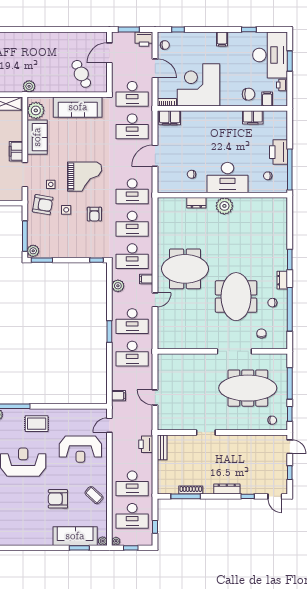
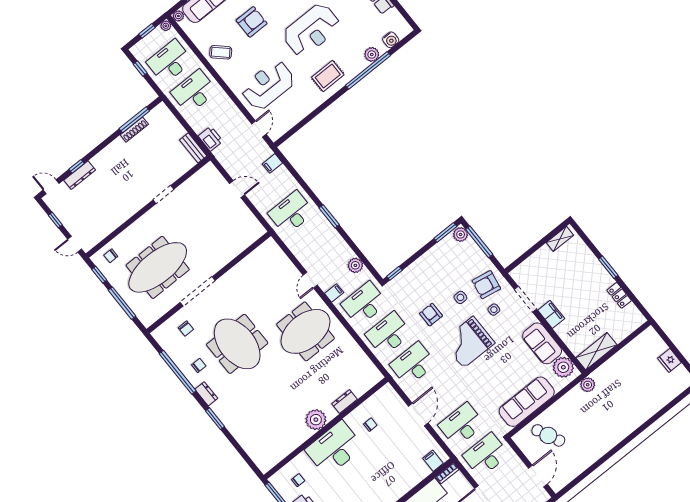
filing cabinet: (170, 118) -> (433, 461), width x0.50
desk: (132, 321) -> (316, 243), removed
dresser: (227, 489) -> (80, 175), moved

